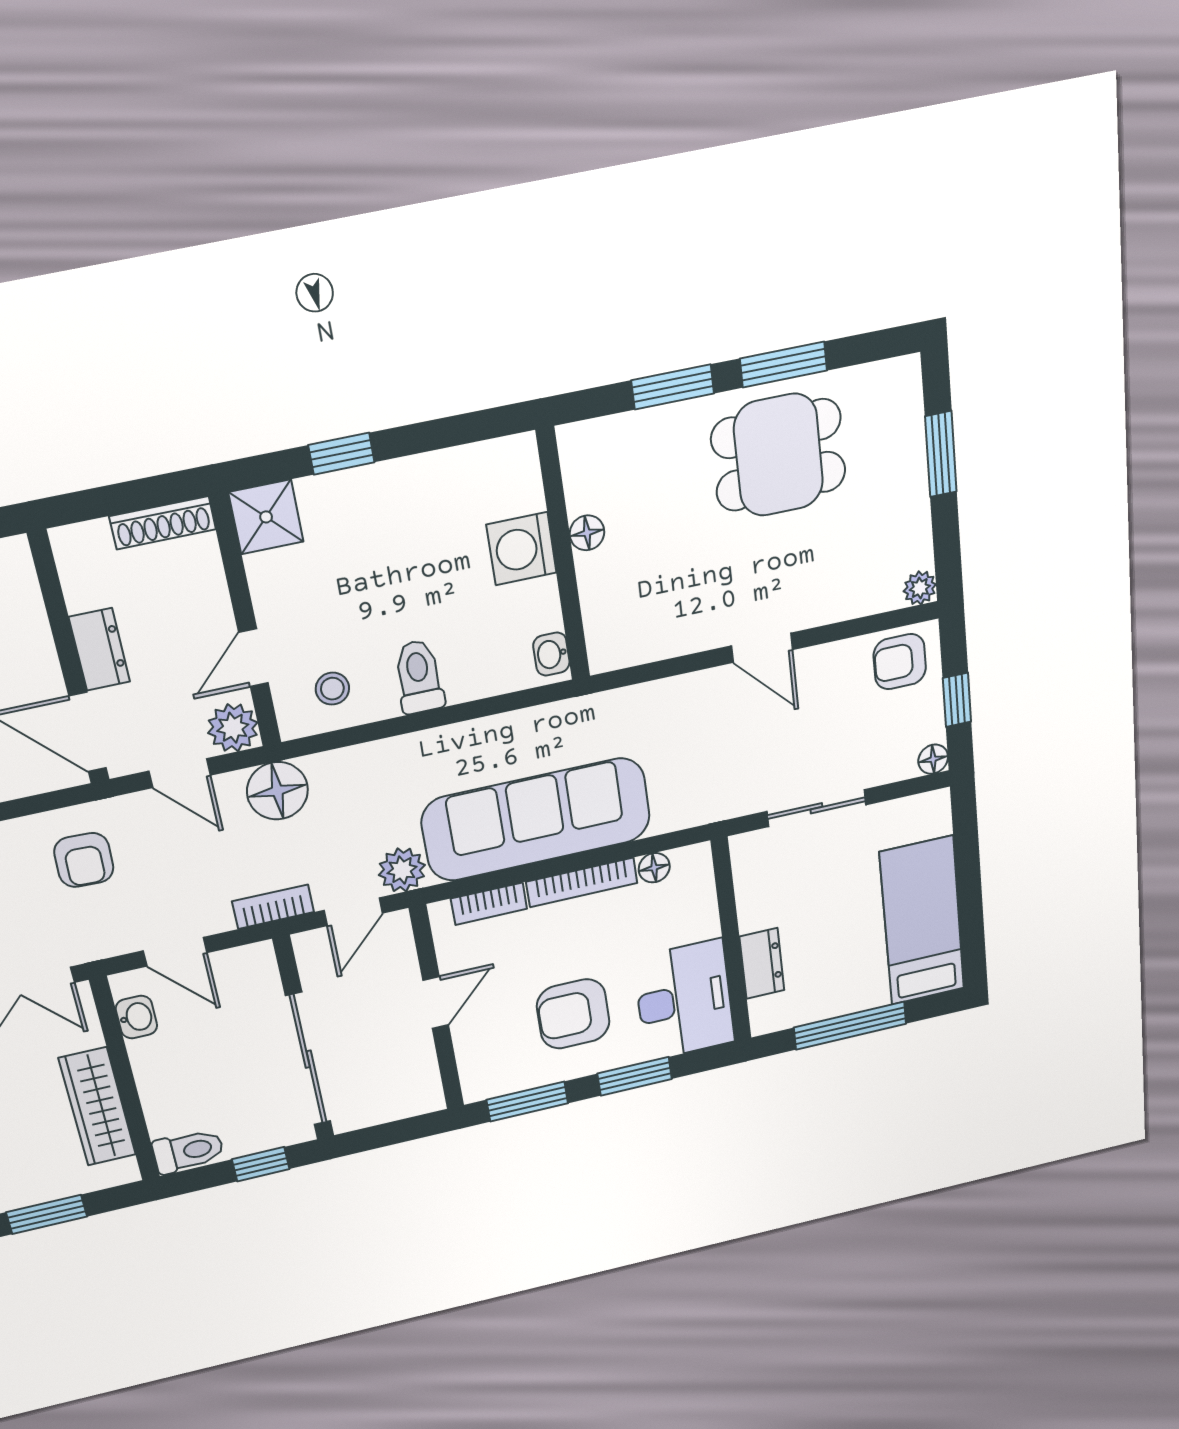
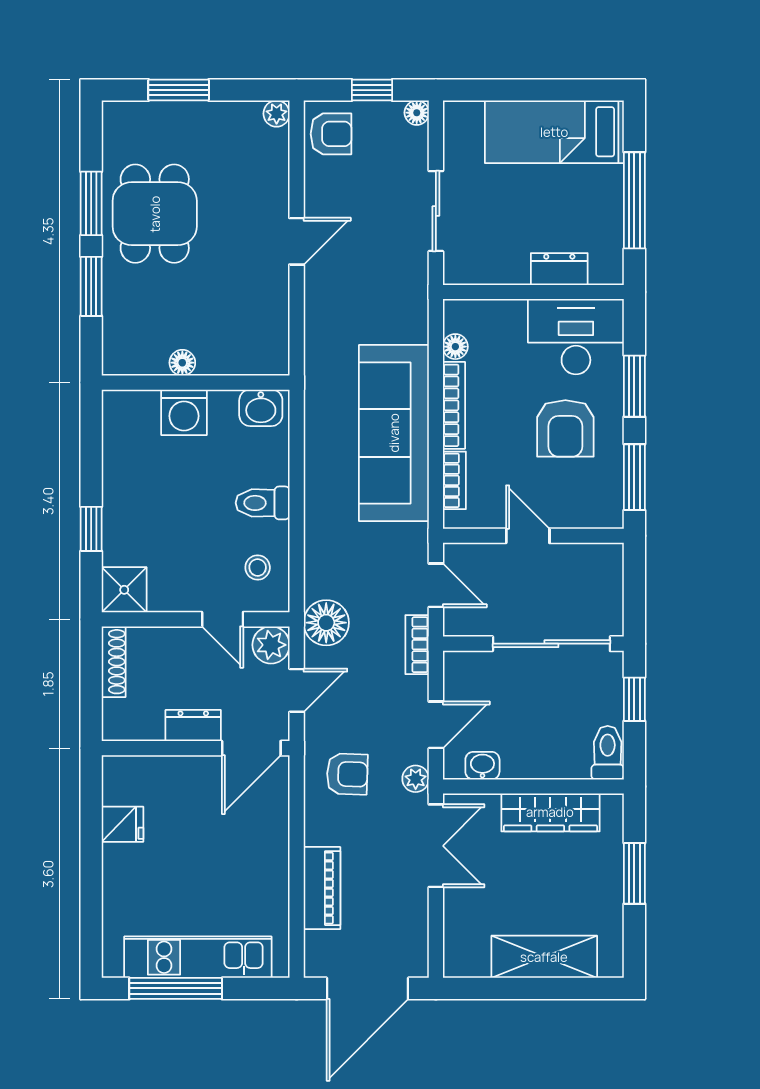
washbasin: (551, 654) -> (261, 408), width x1.38, depth x1.45
armchair: (900, 662) -> (331, 134), turned -90
plant: (402, 870) -> (416, 779), moved, width x0.73, depth x0.73

